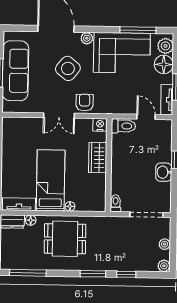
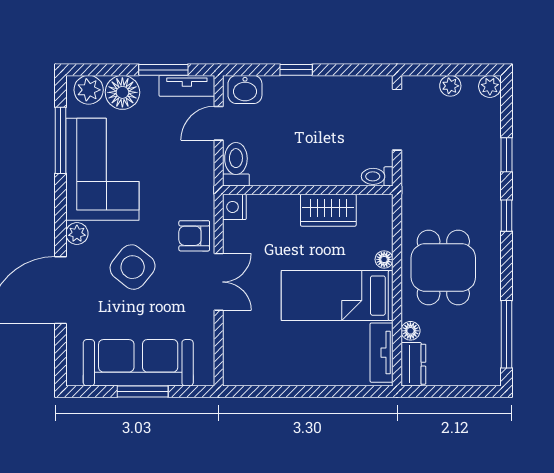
wardrobe: (98, 158) -> (328, 210), moved
washbasin: (164, 172) -> (245, 89), moved
window: (93, 274) -> (506, 216), width x0.67

